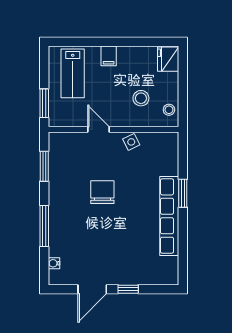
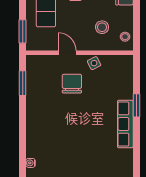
chair: (102, 192) -> (72, 84), moved
row of seats: (169, 216) -> (125, 124), width x0.73
window: (44, 226) -> (23, 132), removed

